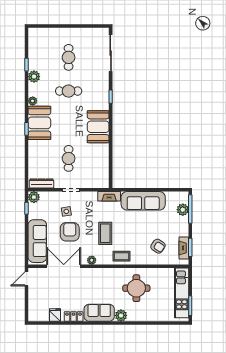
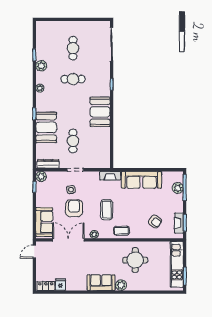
booth: (39, 123) -> (46, 127), moved
sofa: (37, 241) -> (44, 222), width x0.73
locker: (74, 316) -> (46, 286), moved

